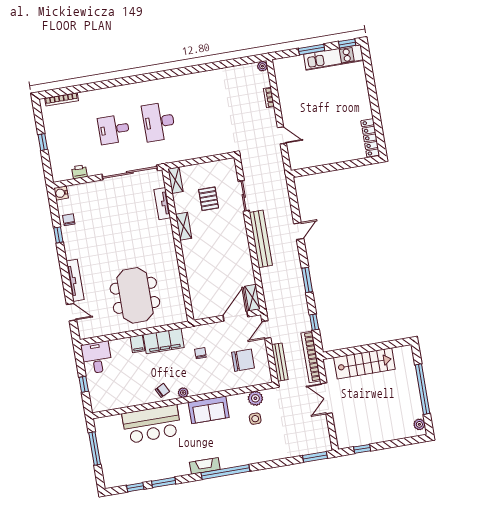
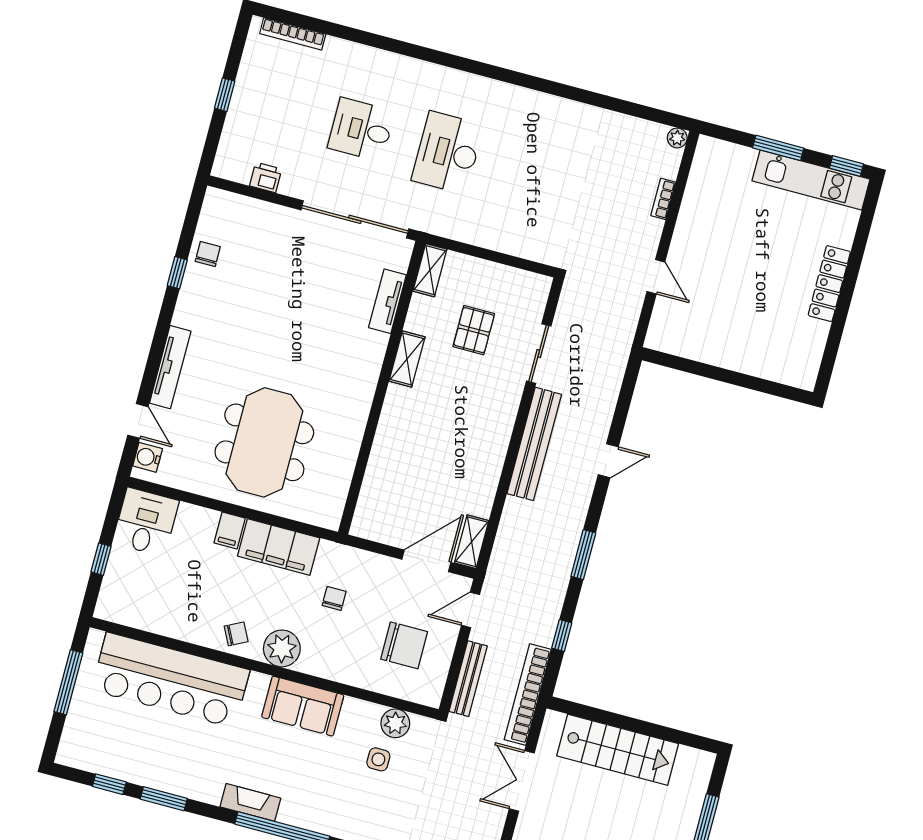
locker: (370, 138) -> (829, 284), moved
water cooler: (61, 193) -> (148, 457), moved
plant: (183, 393) -> (282, 648), width x1.88, depth x1.88
bar counter: (152, 424) -> (171, 680), width x1.36

